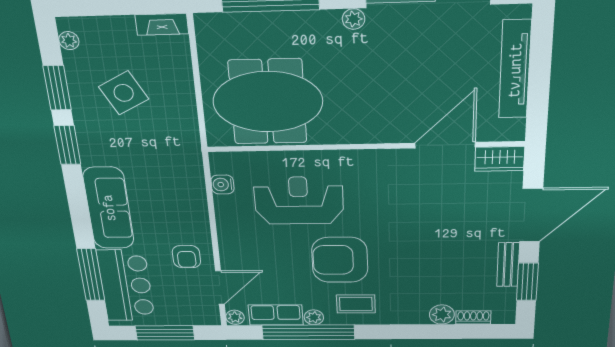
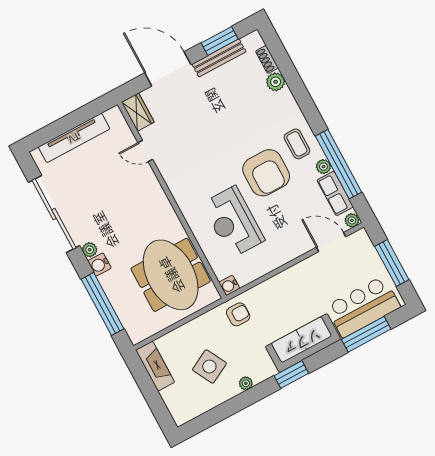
water cooler: (327, 22) -> (99, 265), added
fireplace: (162, 24) -> (155, 366), width x1.37, depth x1.32
plant: (69, 41) -> (246, 383), moved
window: (57, 88) -> (227, 409), removed
window: (67, 145) -> (291, 375), moved
door: (445, 145) -> (145, 151), width x0.53
water cooler: (223, 185) -> (229, 285), moved, turned 90
armchair: (186, 257) -> (238, 314), moved
bench: (508, 265) -> (219, 58), width x1.36

